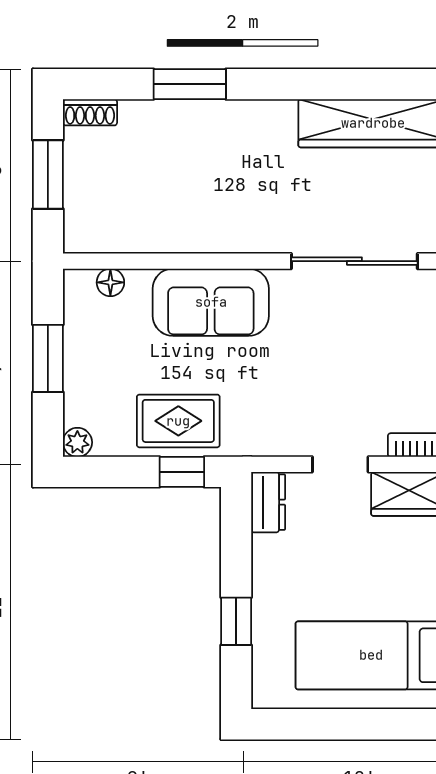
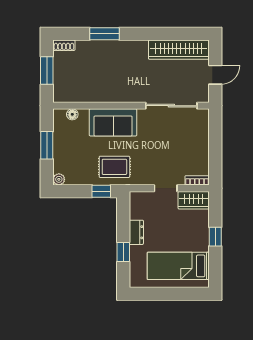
rug: (178, 421) -> (114, 167), moved
dresser: (268, 502) -> (136, 232), moved

